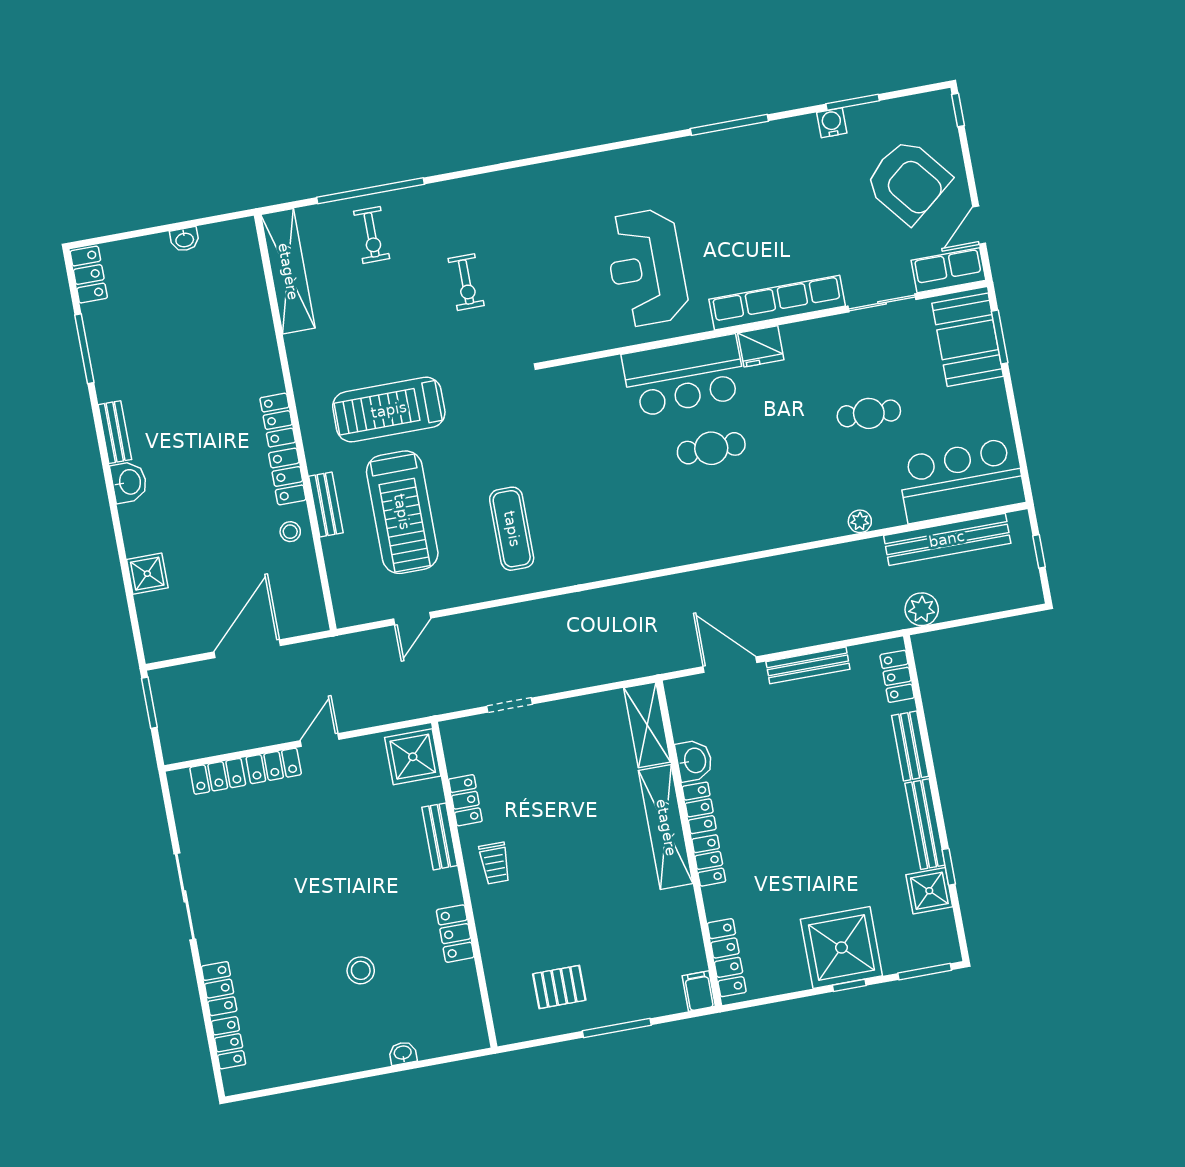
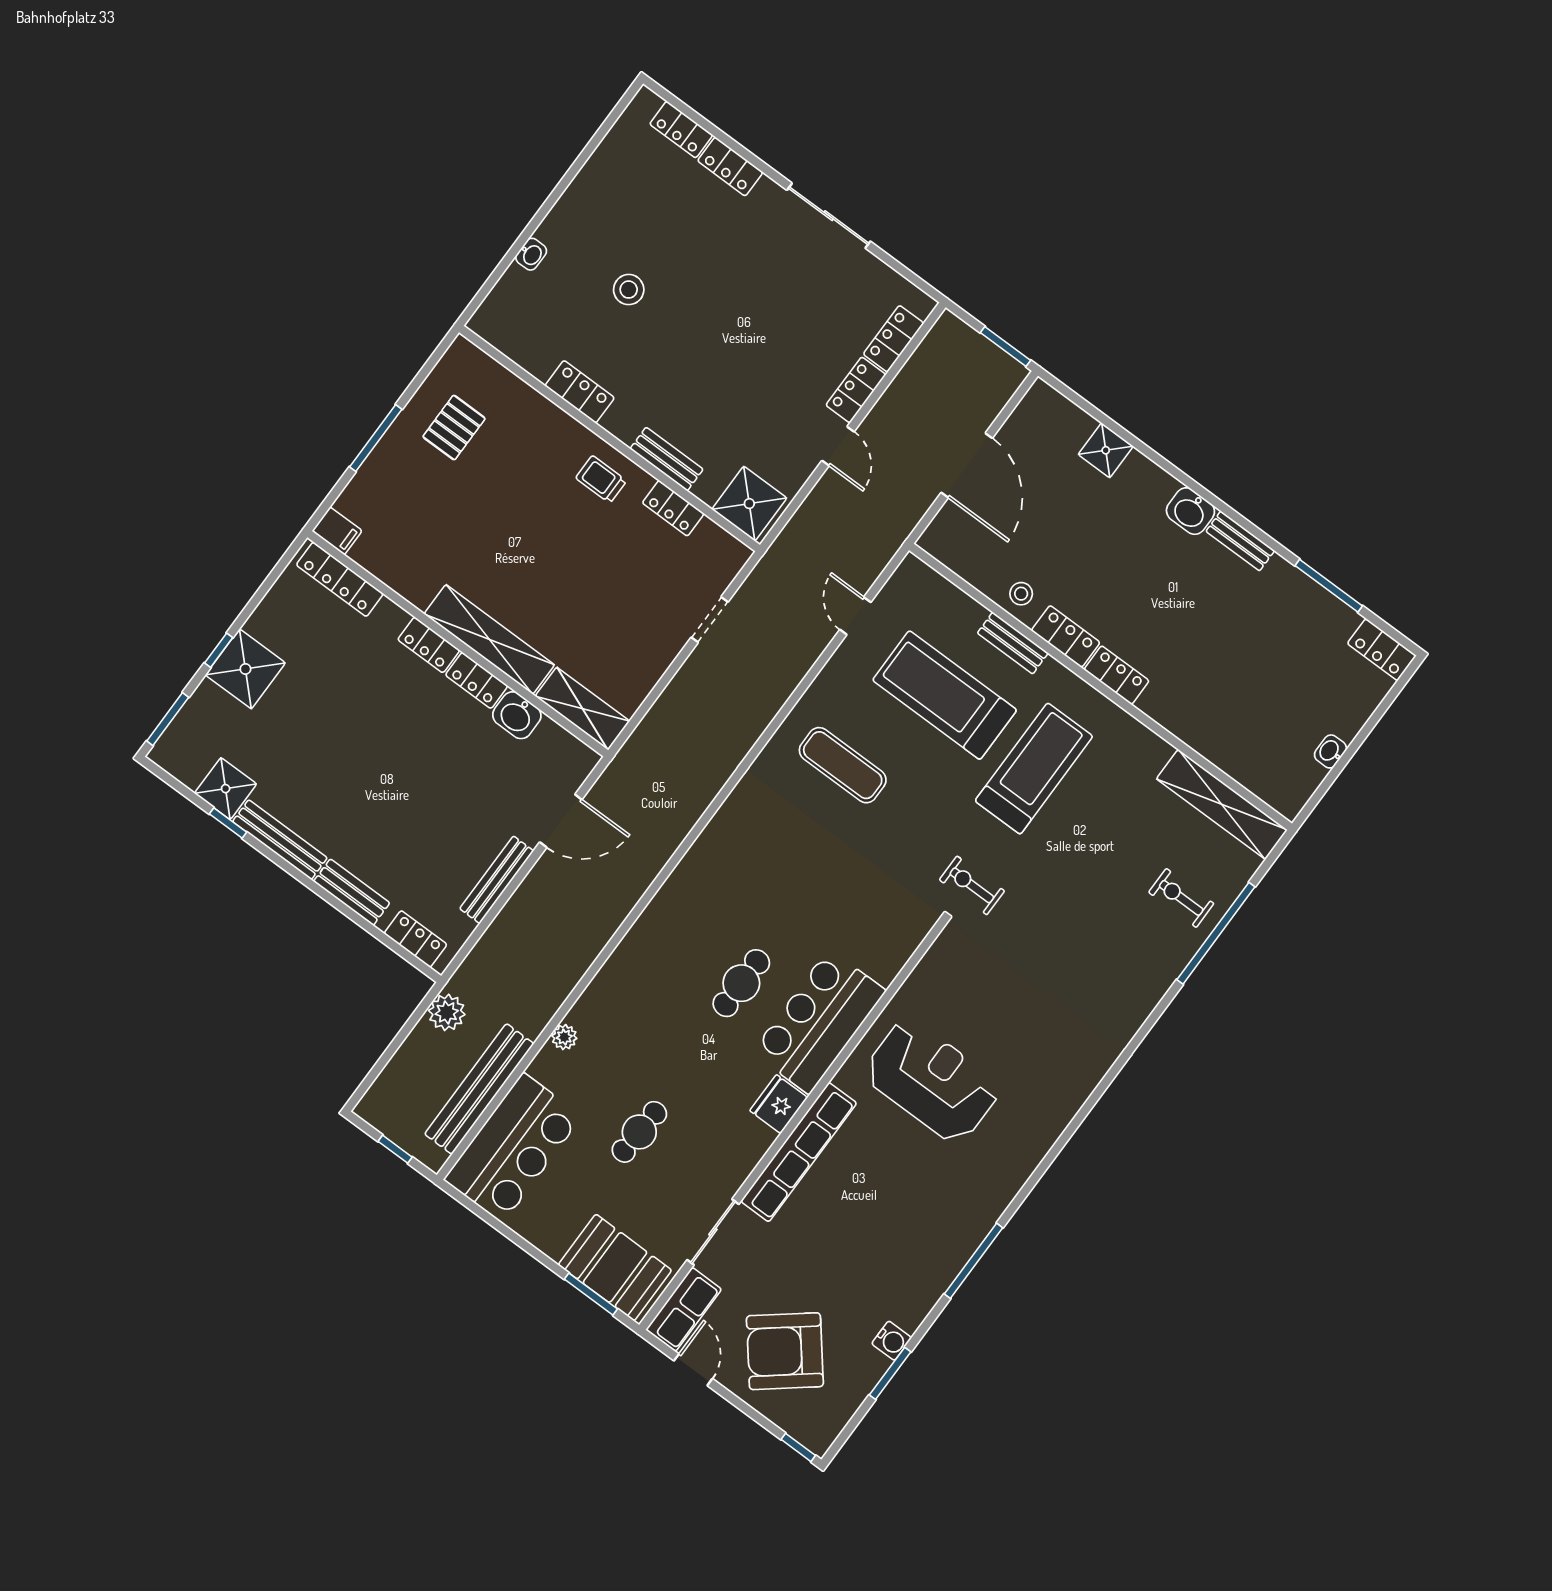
exercise bike: (466, 282) -> (972, 885), moved
shower: (841, 947) -> (245, 669), width x0.73, depth x0.73

